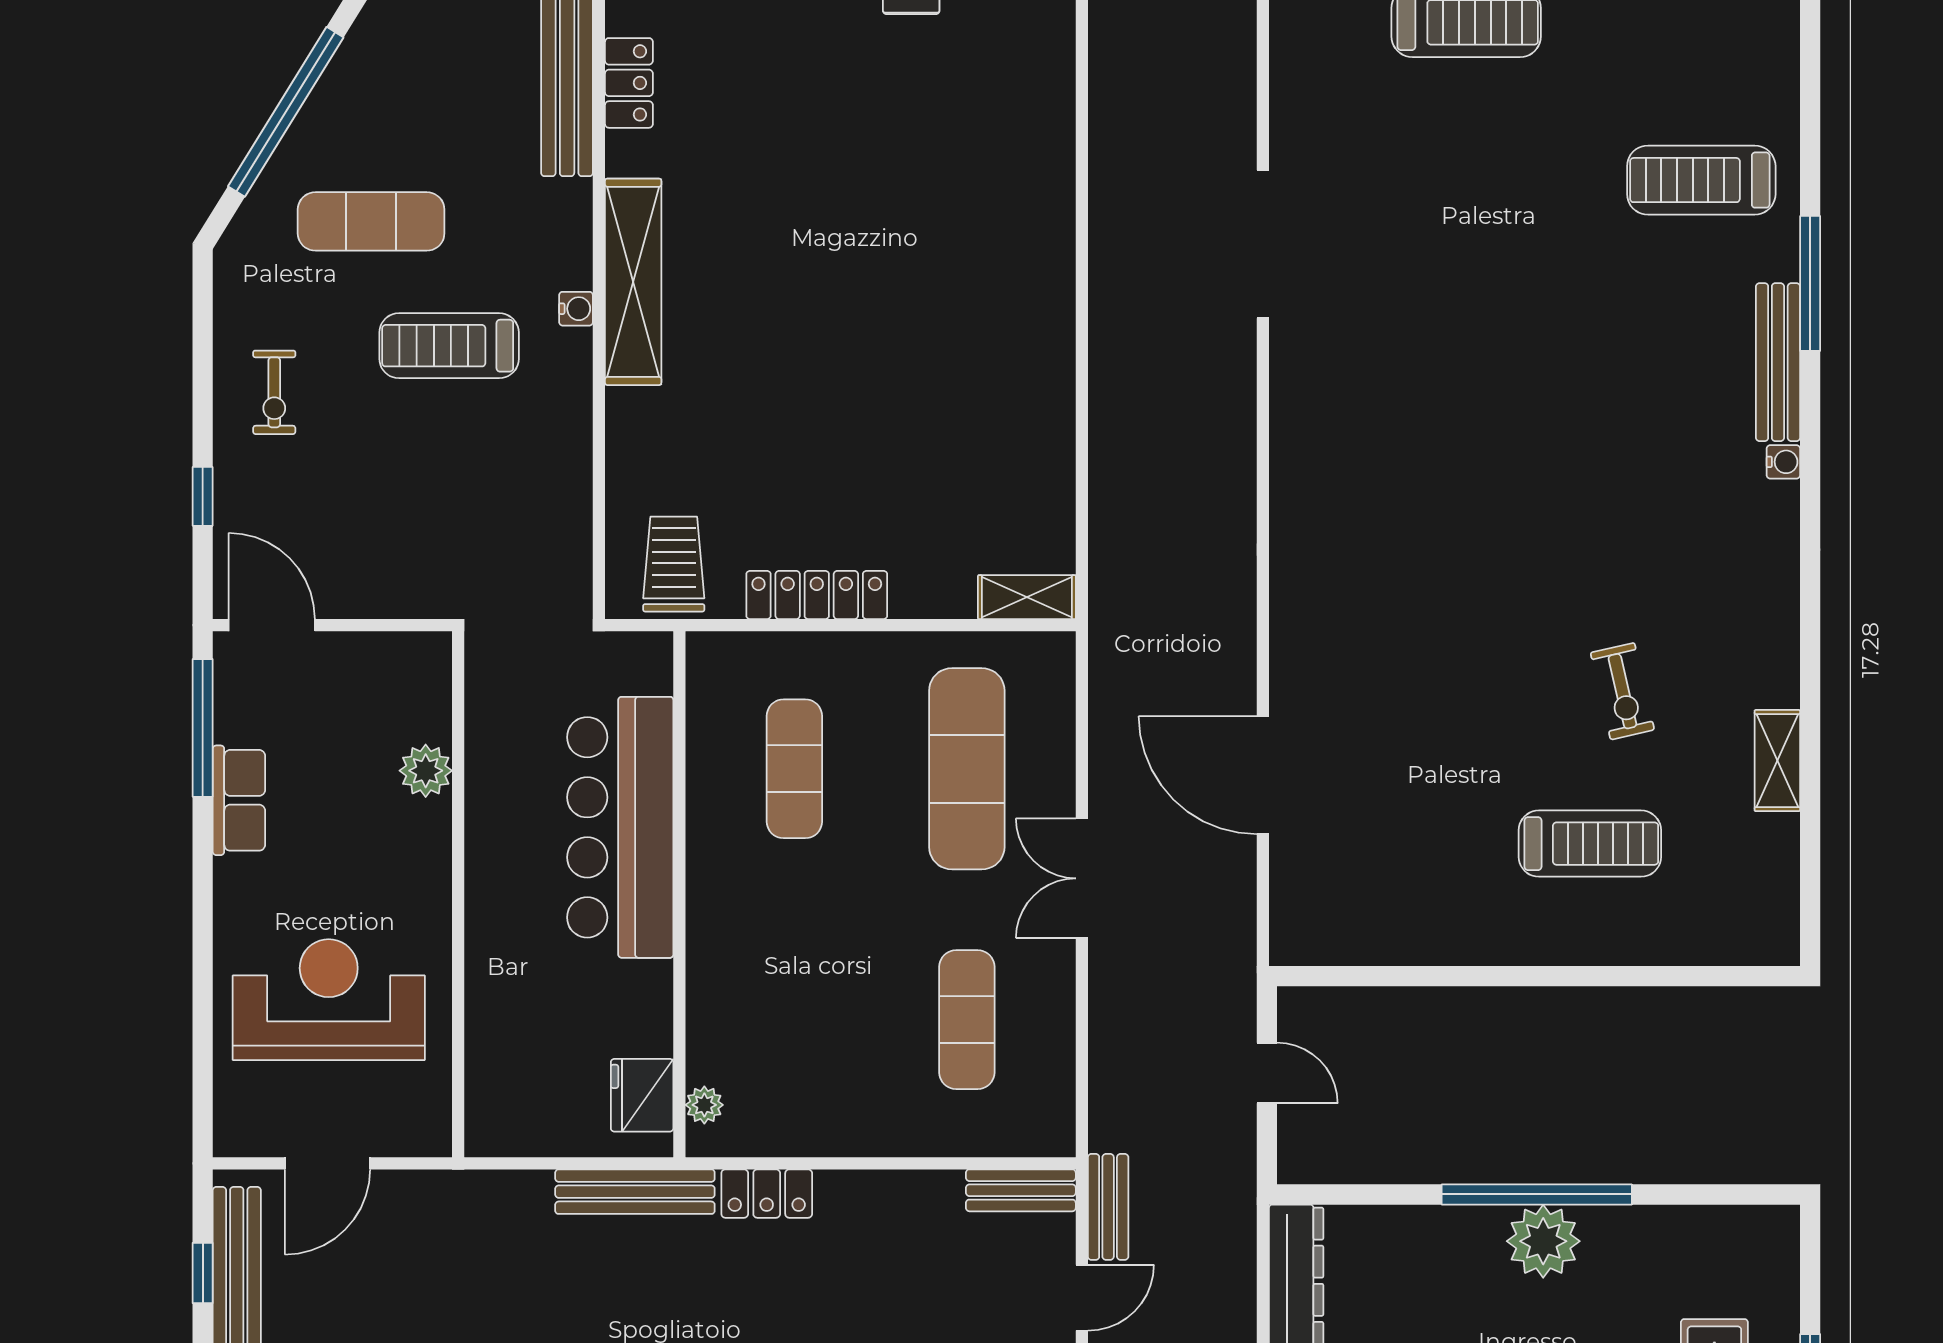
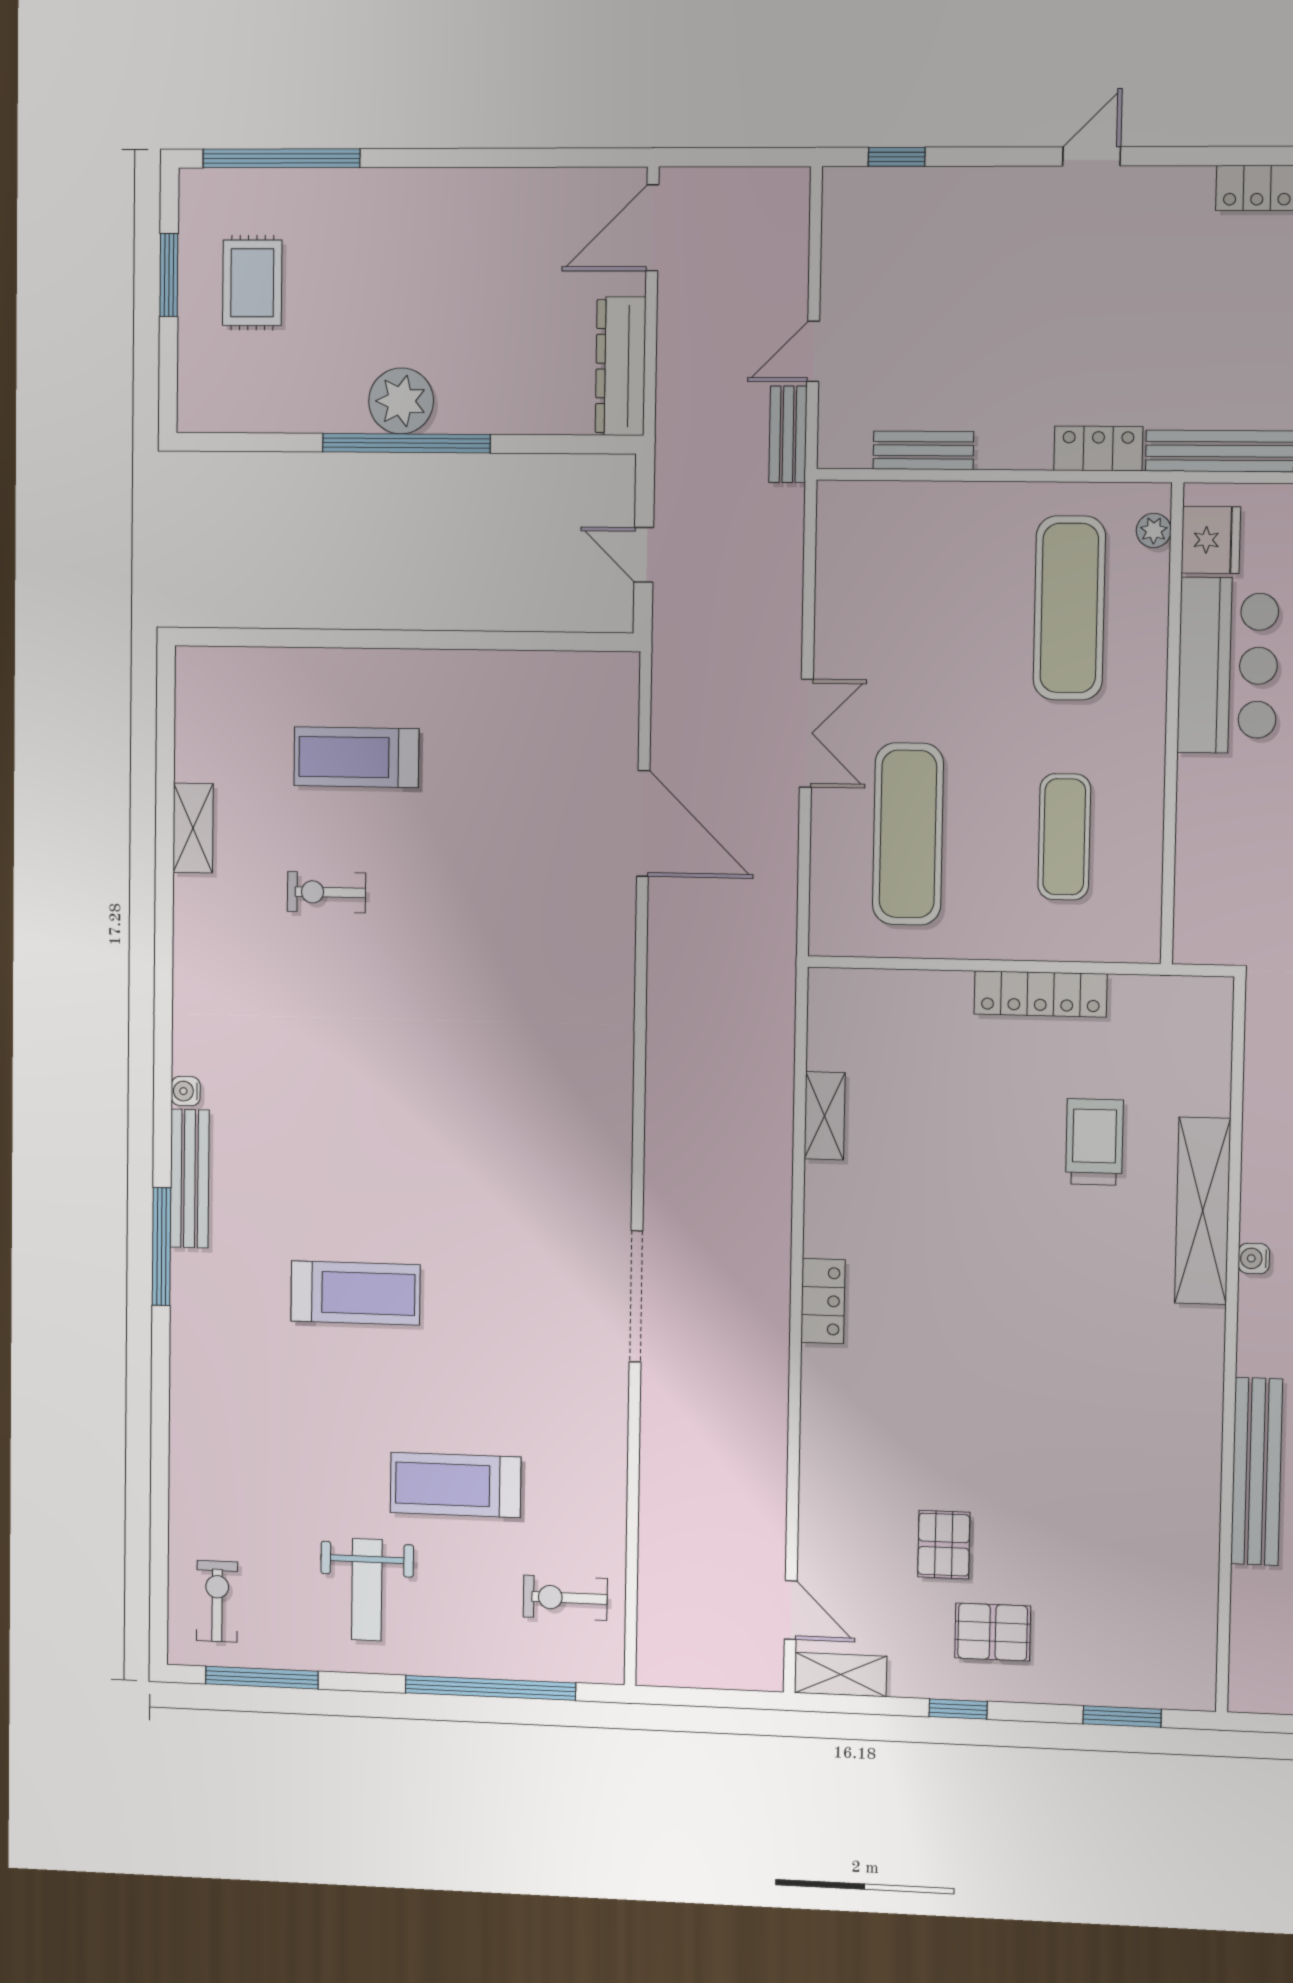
locker: (629, 83) -> (823, 1301), moved, turned 180
treadmill: (1701, 180) -> (355, 1293), moved
shelving: (633, 282) -> (1203, 1211), moved
trolley: (674, 564) -> (1094, 1142), moved, turned 180
shelving: (1027, 597) -> (825, 1116), moved, turned 90
exercise bike: (1622, 691) -> (326, 892), turned -77
bar counter: (620, 827) -> (1228, 665), moved, width x0.73
exercise mat: (967, 1020) -> (1069, 608), moved, width x1.36, depth x1.45
bench: (1021, 1190) -> (923, 450), moved

